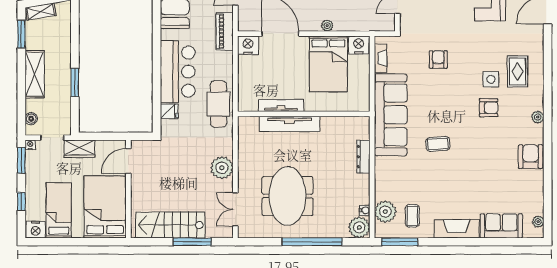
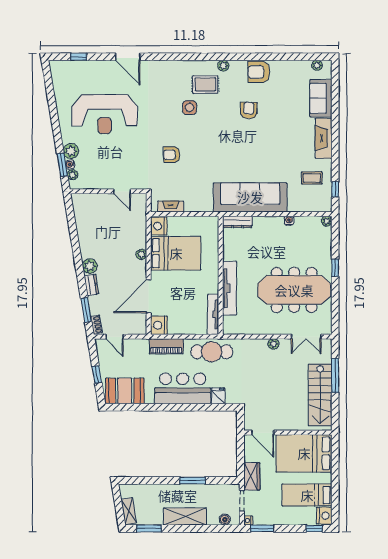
piano: (225, 31) -> (166, 346), moved
rug: (518, 71) -> (205, 84), moved
tv unit: (281, 106) -> (213, 314), moved
armchair: (489, 108) -> (249, 110), moved
sofa: (391, 115) -> (250, 197), moved
coffee table: (438, 144) -> (247, 155), removed
dresser: (363, 157) -> (237, 222), moved
plant: (222, 168) -> (273, 344), width x0.53, depth x0.53
meeting table: (287, 196) -> (294, 290), width x1.36
window: (21, 202) -> (314, 528), moved
water cooler: (365, 210) -> (289, 221), moved
plant: (385, 212) -> (308, 202), removed
plant: (359, 227) -> (327, 221), width x0.53, depth x0.53
window: (312, 242) -> (335, 268), width x0.32
window: (400, 242) -> (335, 189), width x0.46

